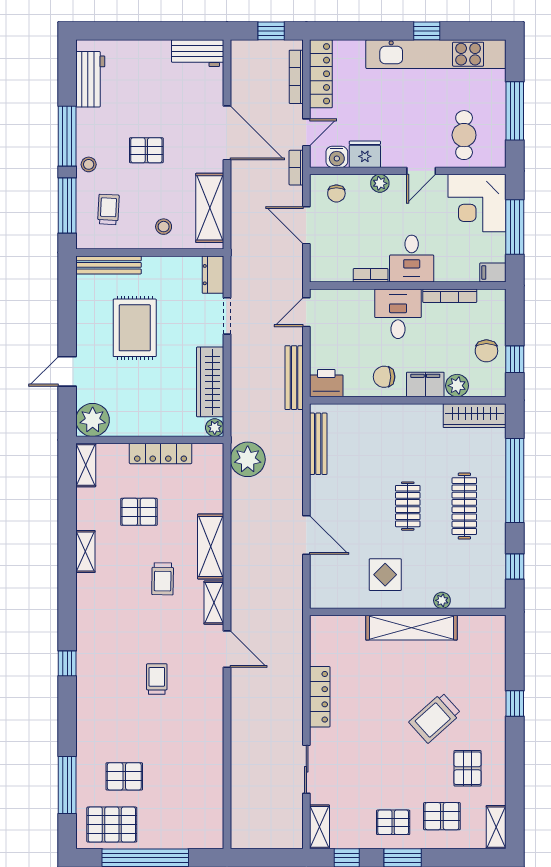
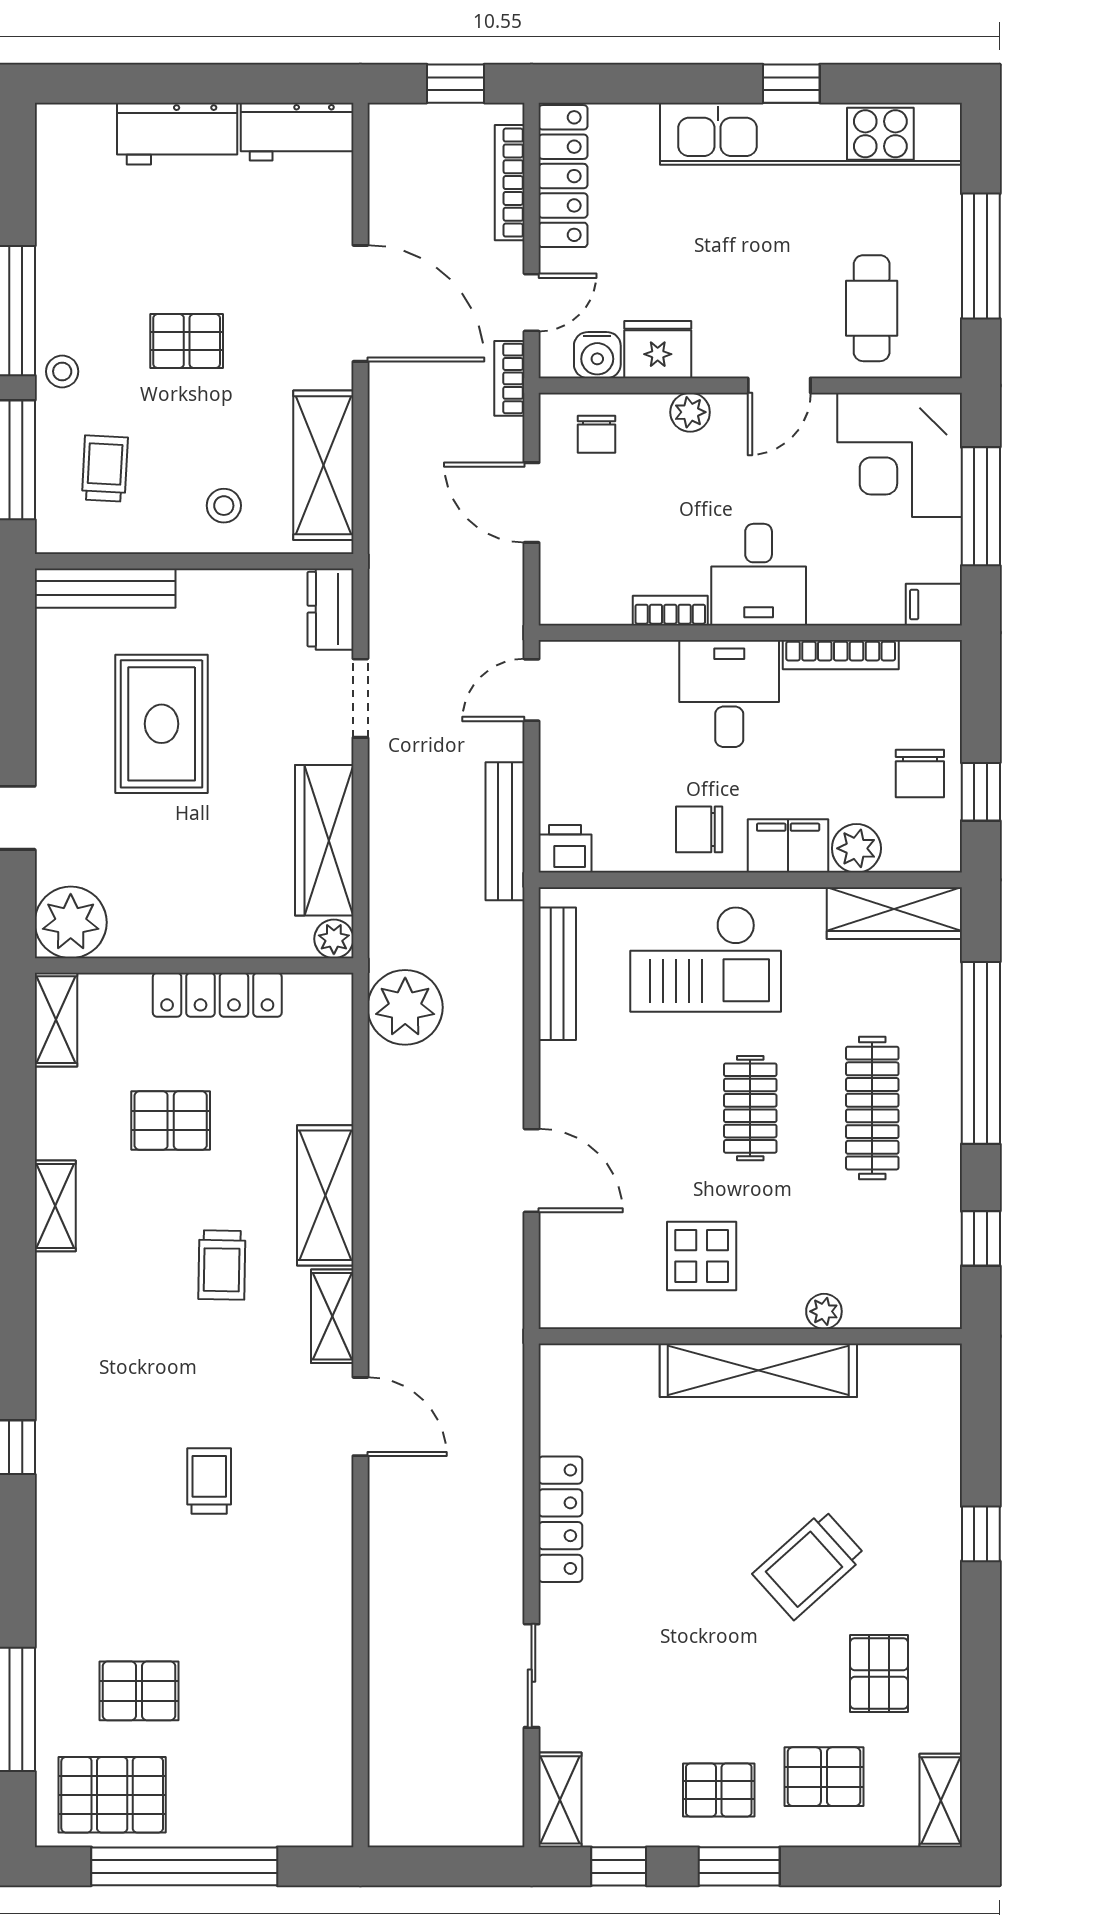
workbench: (90, 79) -> (177, 134), moved, turned 90
printer: (326, 383) -> (565, 849), width x0.73, depth x0.81
checkout: (387, 437) -> (706, 959), added

